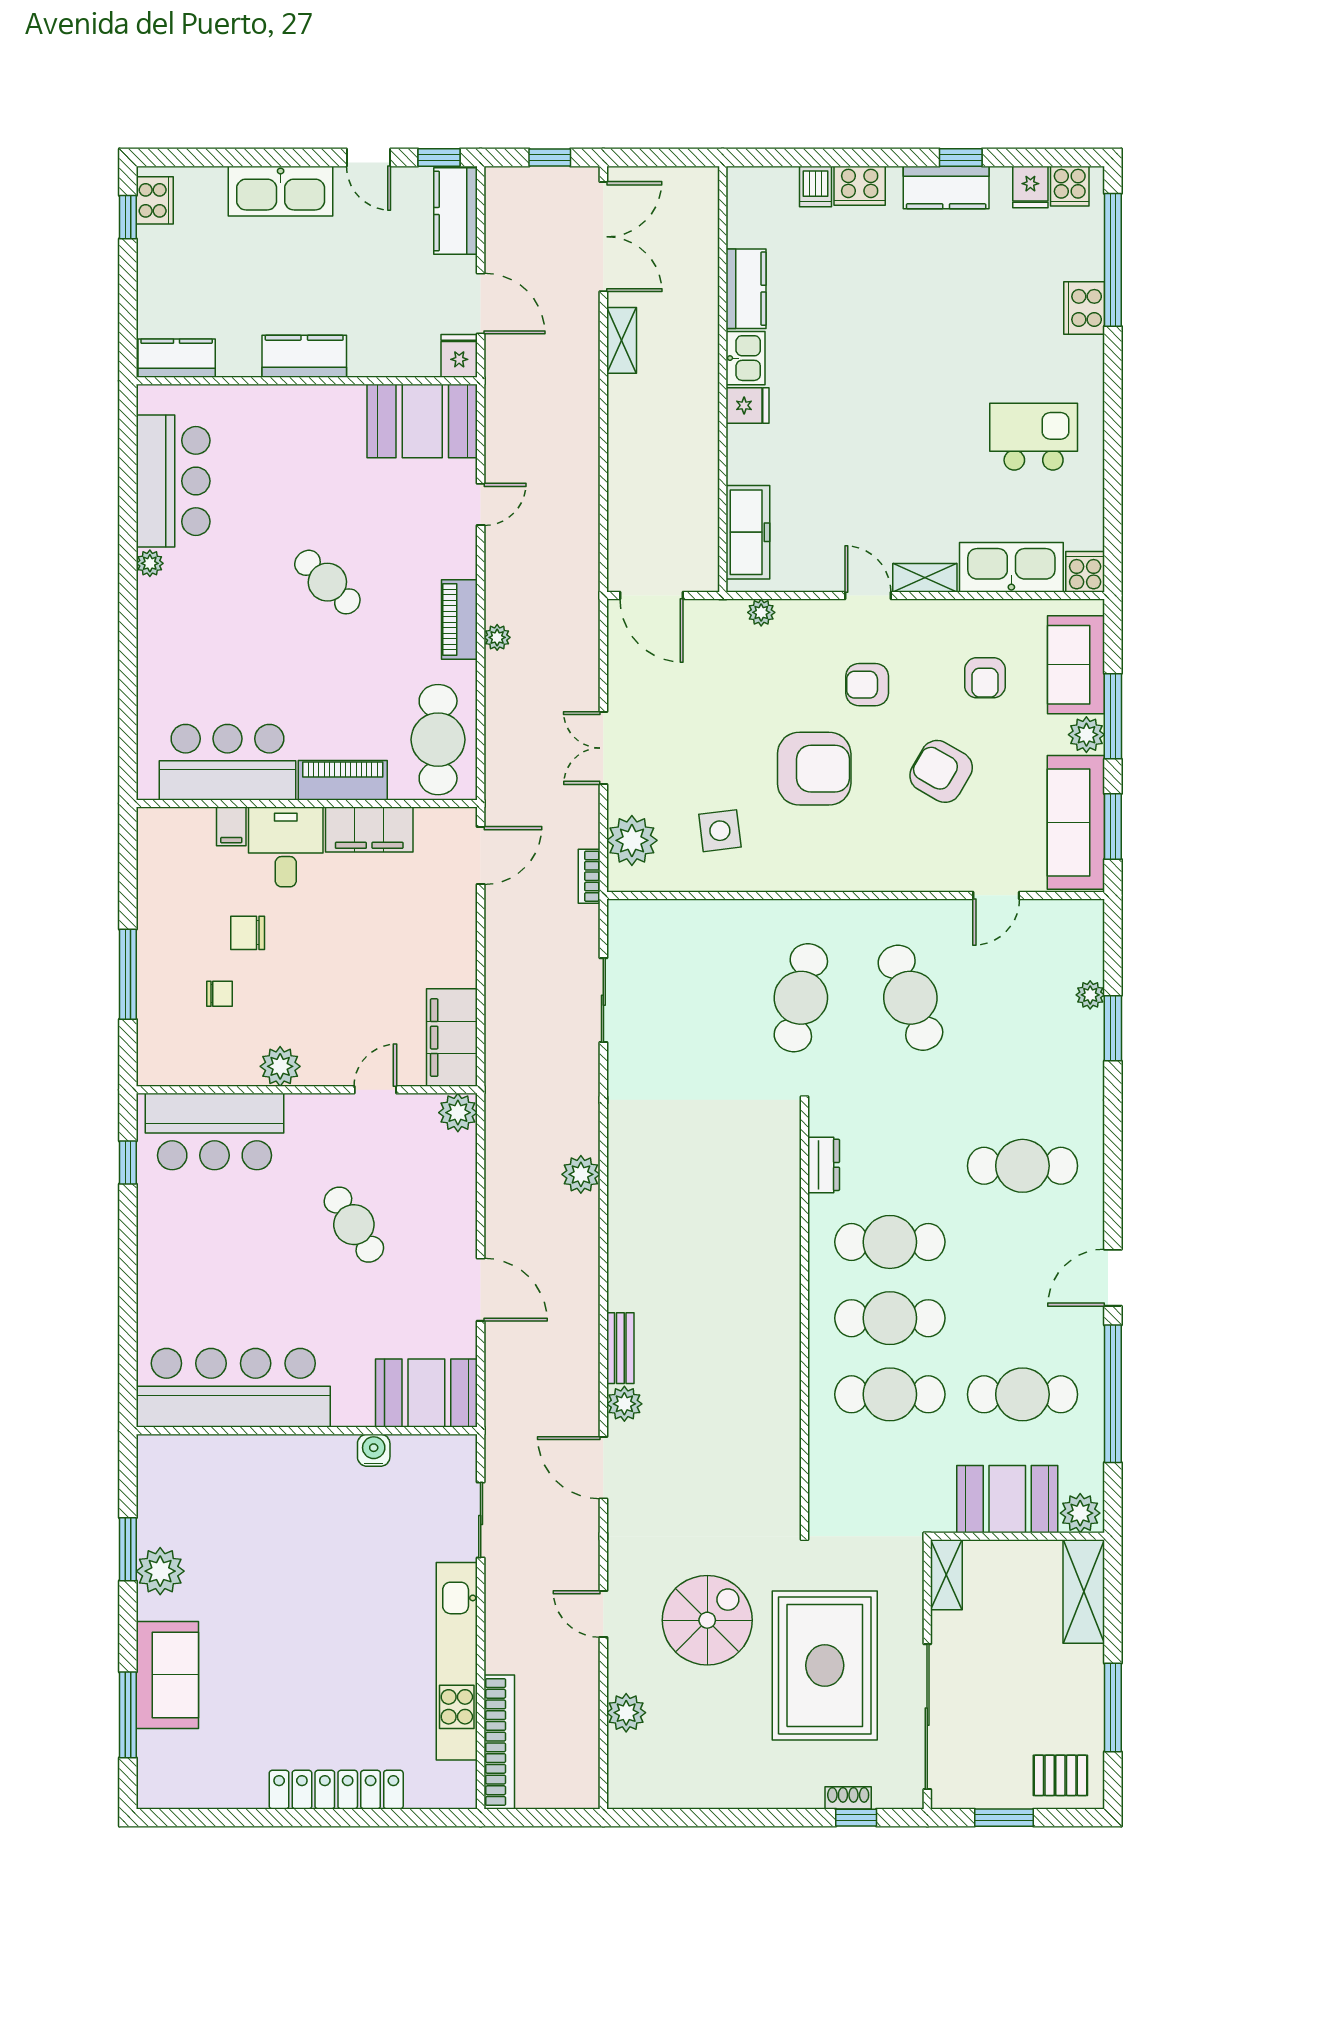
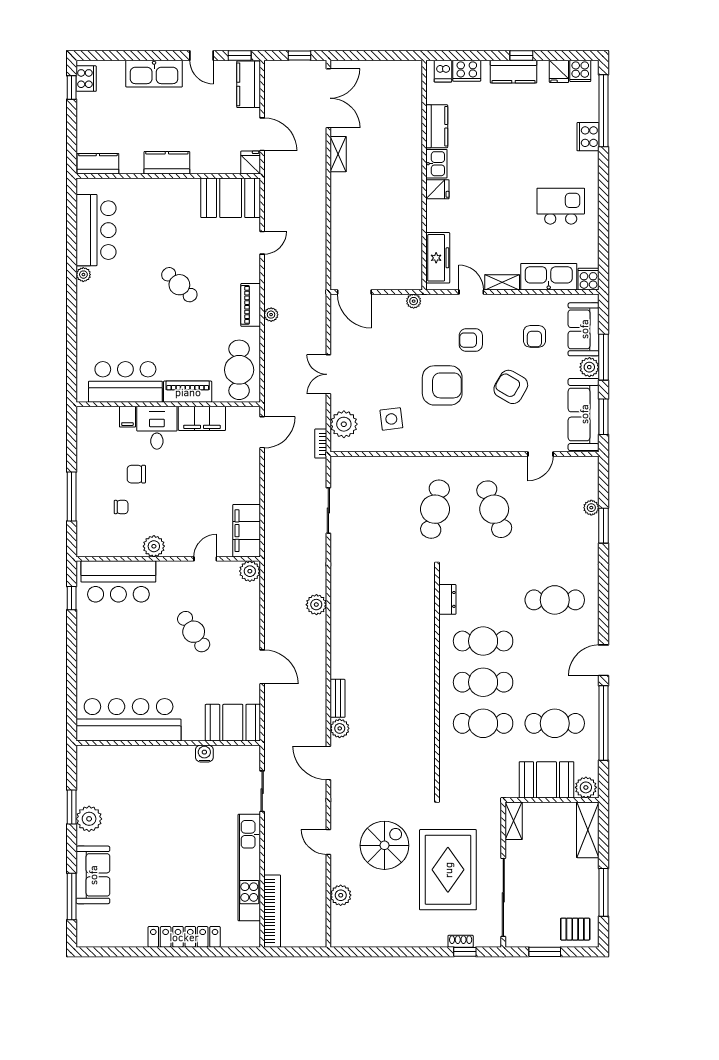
kitchen counter: (746, 289) -> (437, 126), moved
kitchen sink: (745, 358) -> (436, 164), moved
wall: (723, 379) -> (424, 175), moved
fridge: (747, 405) -> (437, 189), moved
freezer: (748, 532) -> (438, 258), moved

